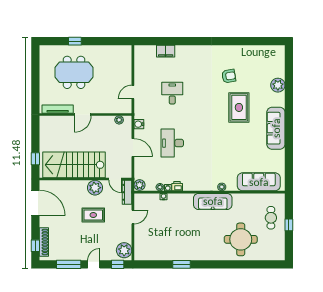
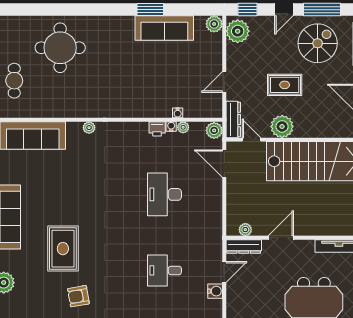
desk: (172, 93) -> (164, 270), turned 90
dresser: (120, 109) -> (244, 247), added
door: (83, 115) -> (281, 238), moved
water cooler: (139, 124) -> (215, 291), moved
desk: (172, 143) -> (164, 194), turned 180
door: (133, 148) -> (224, 164), moved
sofa: (213, 201) -> (164, 28), moved, turned 180
spiral stairs: (72, 242) -> (318, 43), added
plant: (140, 255) -> (214, 24), added

